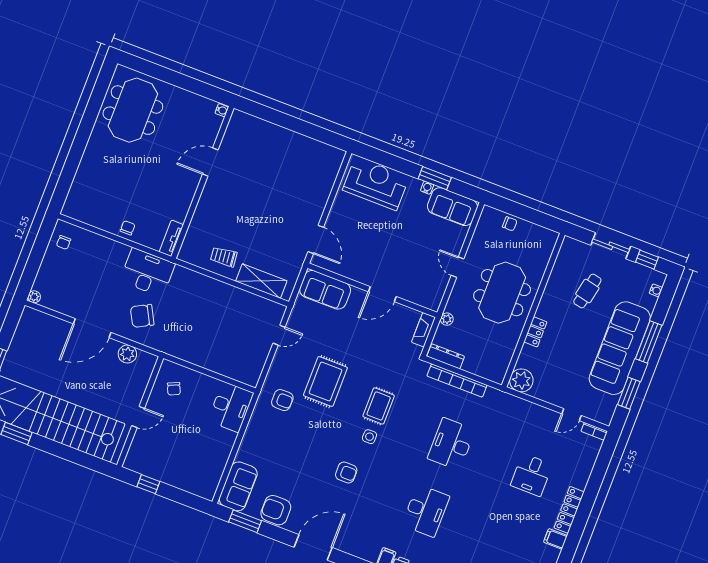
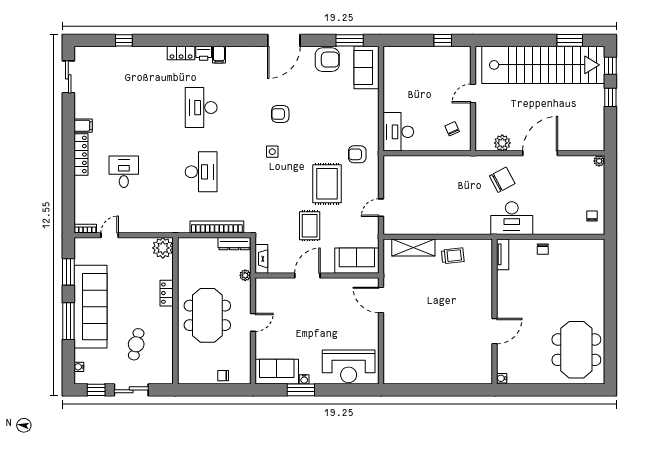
door: (457, 267) -> (253, 322), hinge flipped
rug: (379, 406) -> (310, 226), moved

